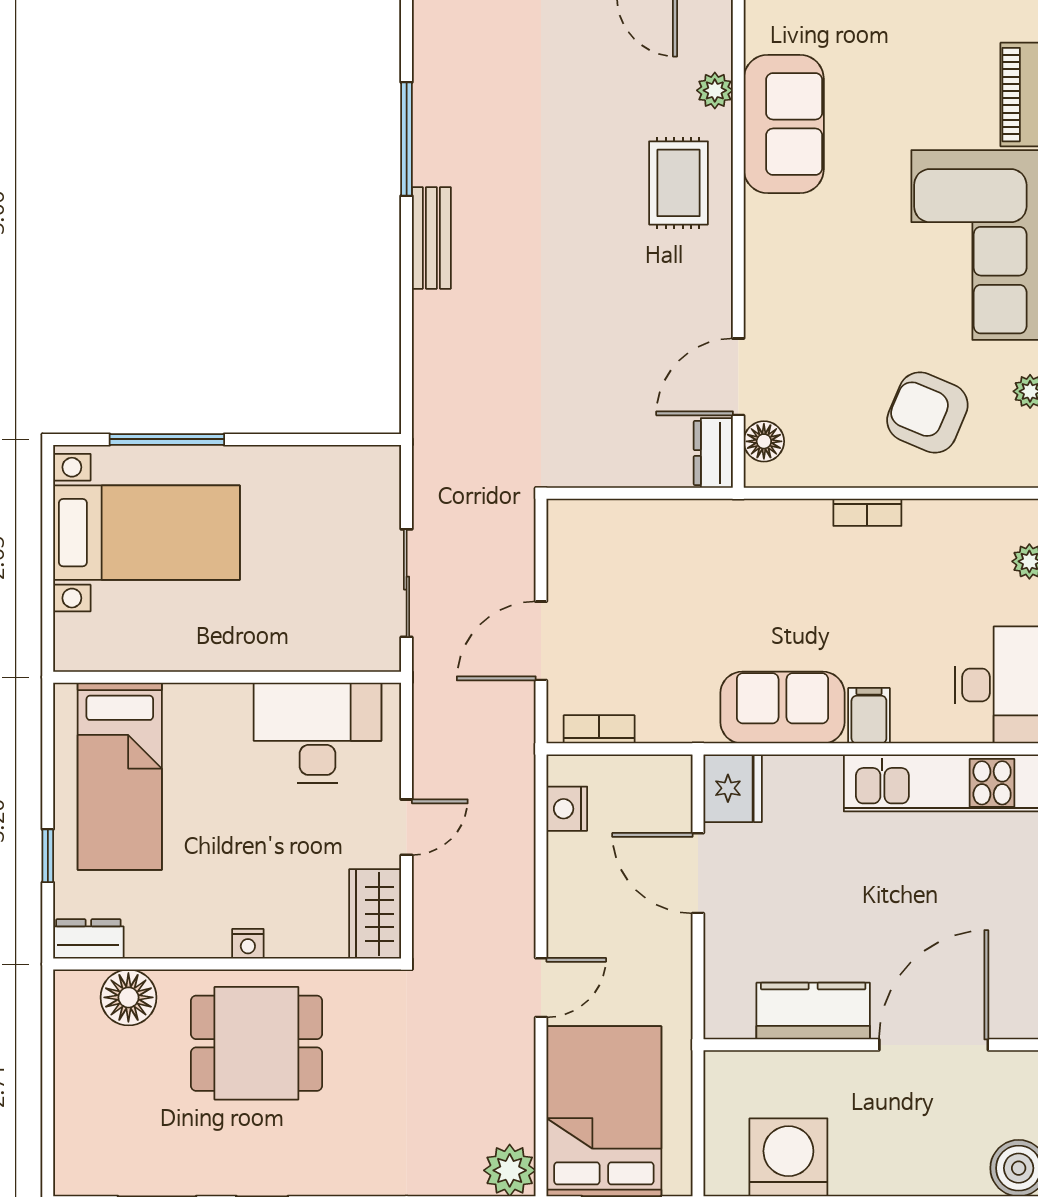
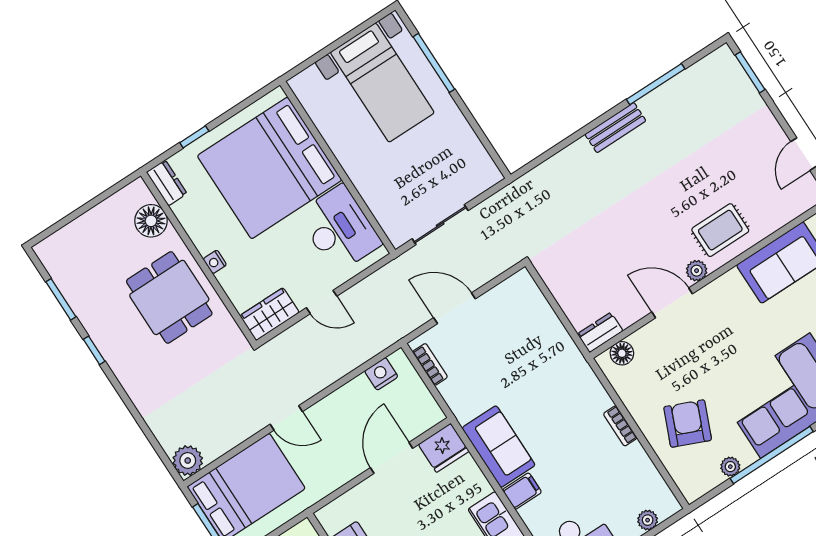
plant: (715, 90) -> (697, 271), moved
door: (738, 377) -> (672, 303), moved
bed: (120, 776) -> (270, 168), width x2.04

